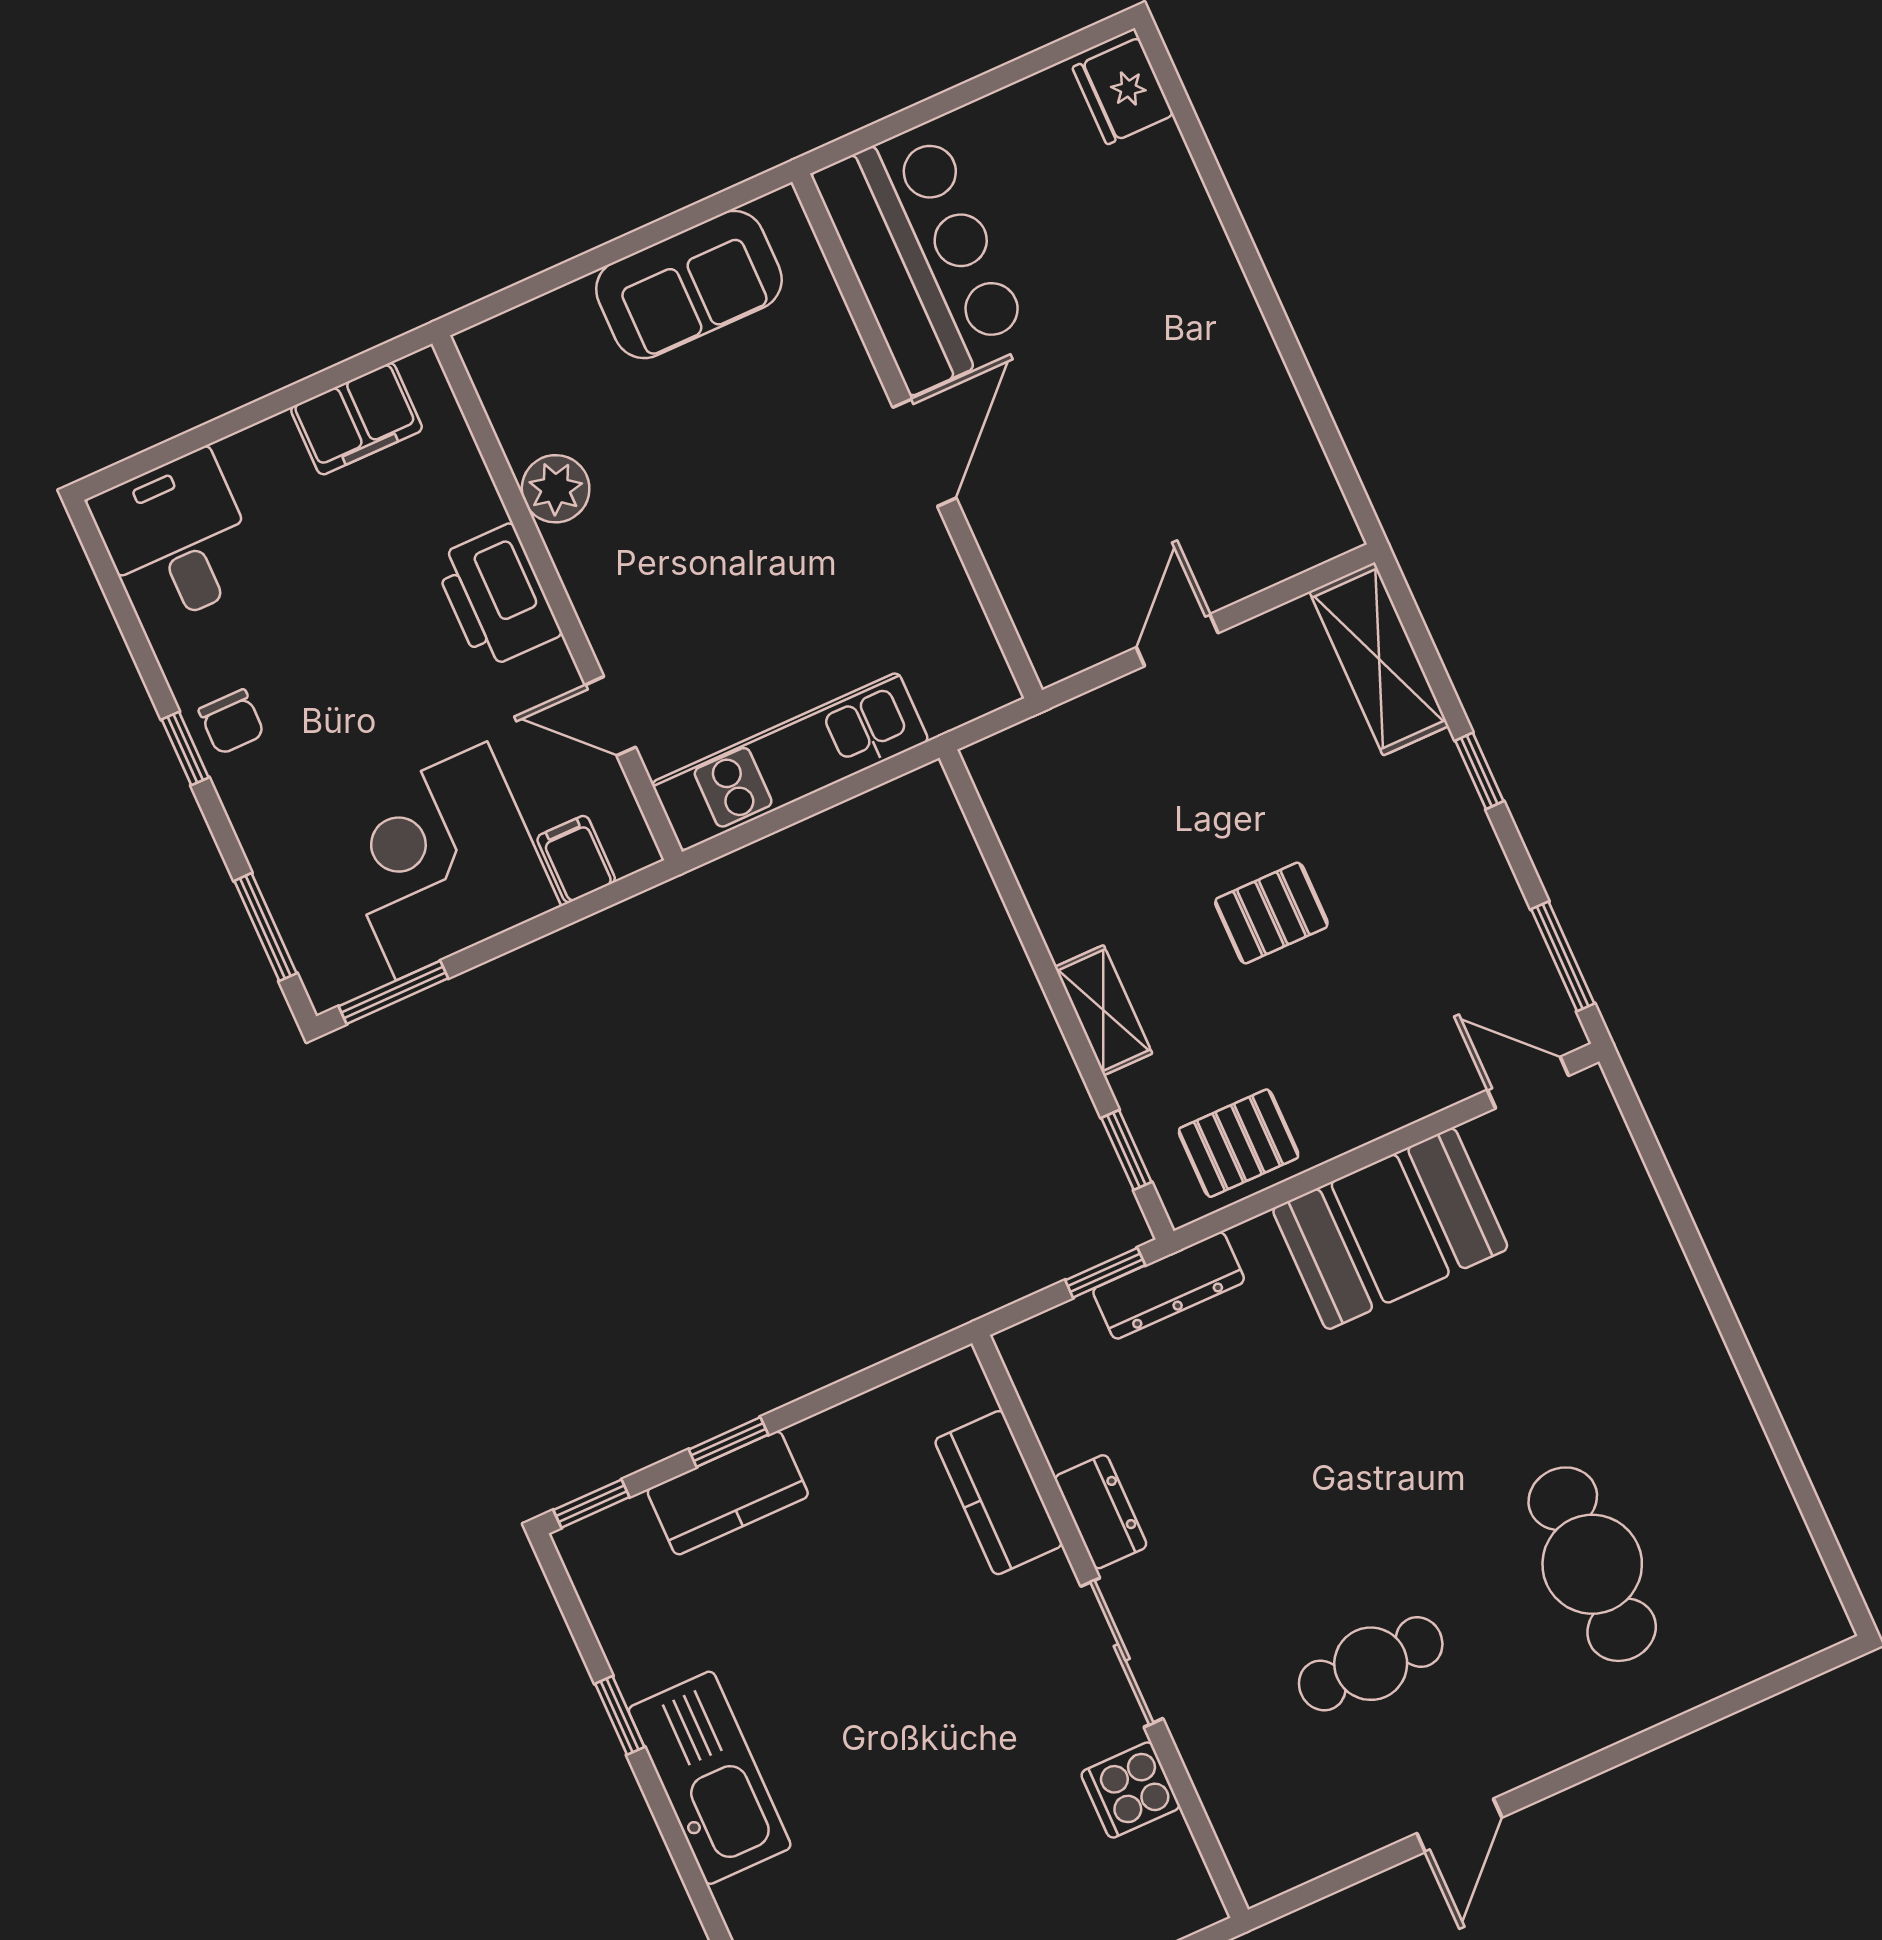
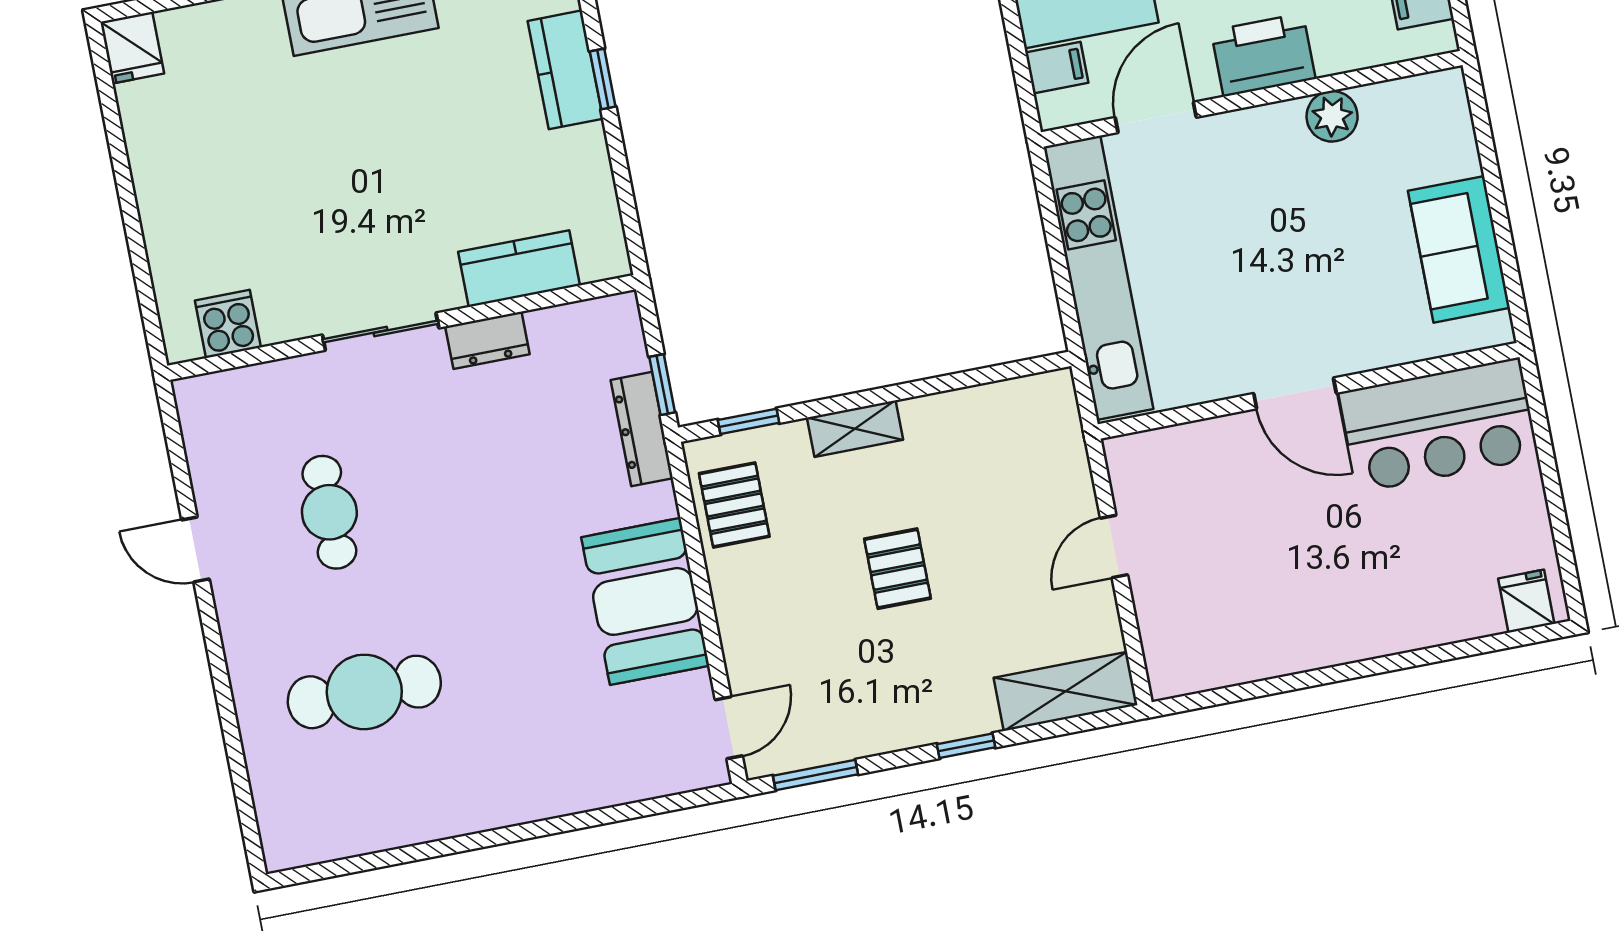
fridge: (1123, 91) -> (1526, 601), width x0.72
door: (1177, 640) -> (1114, 547), swing flipped
door: (610, 716) -> (1156, 117), width x1.38
kitchen unit: (790, 762) -> (1098, 278), width x1.36
cooker: (1130, 1790) -> (228, 324), moved

